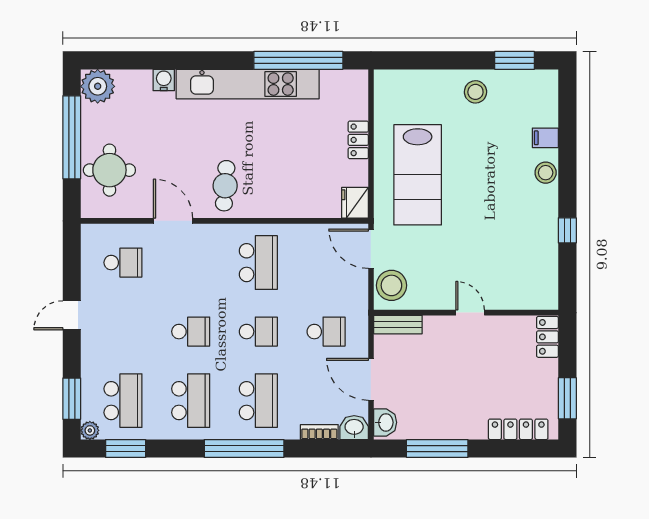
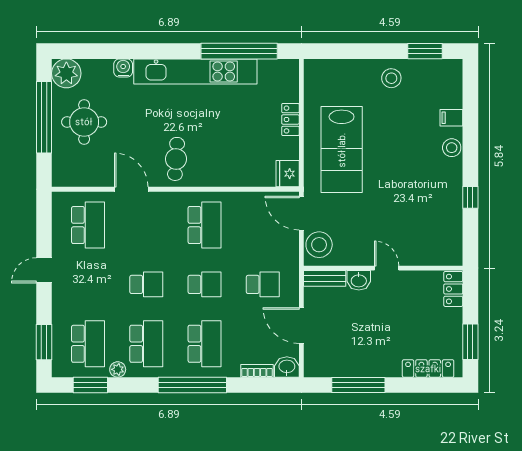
round table: (109, 170) -> (84, 122), moved
school desk: (123, 263) -> (88, 225), width x1.85
washbasin: (385, 422) -> (359, 280), moved, turned 90
plant: (90, 430) -> (118, 369), moved

